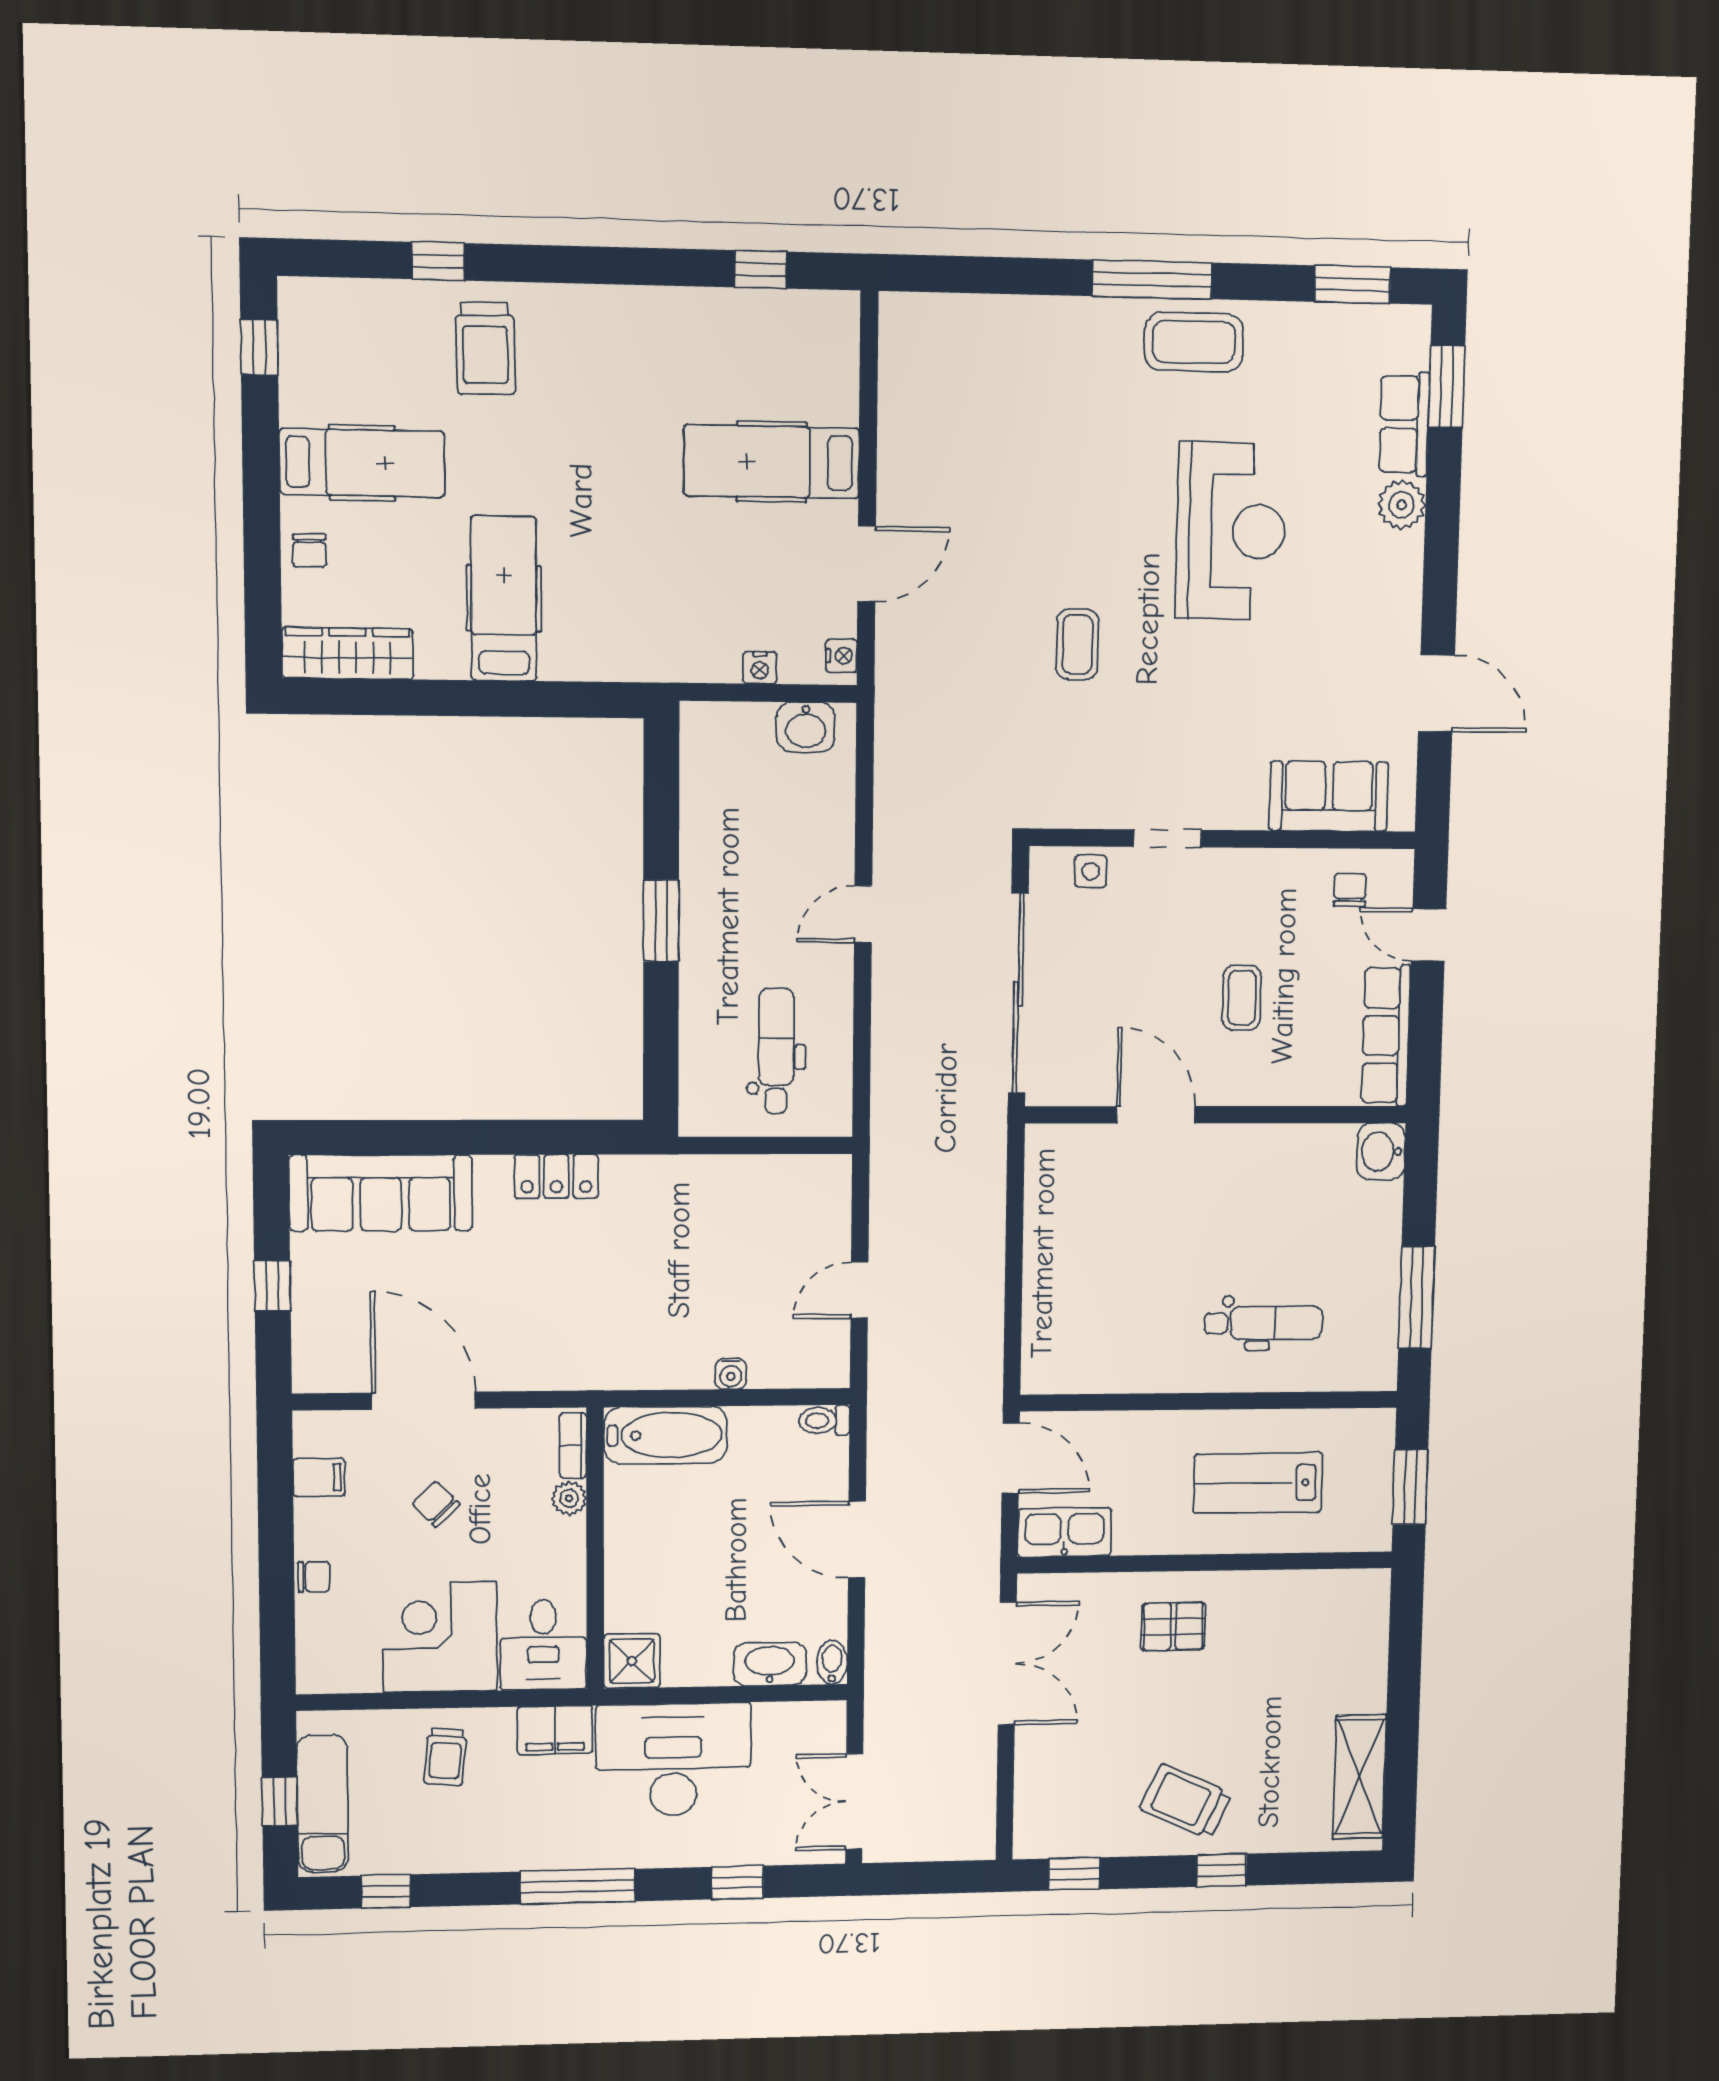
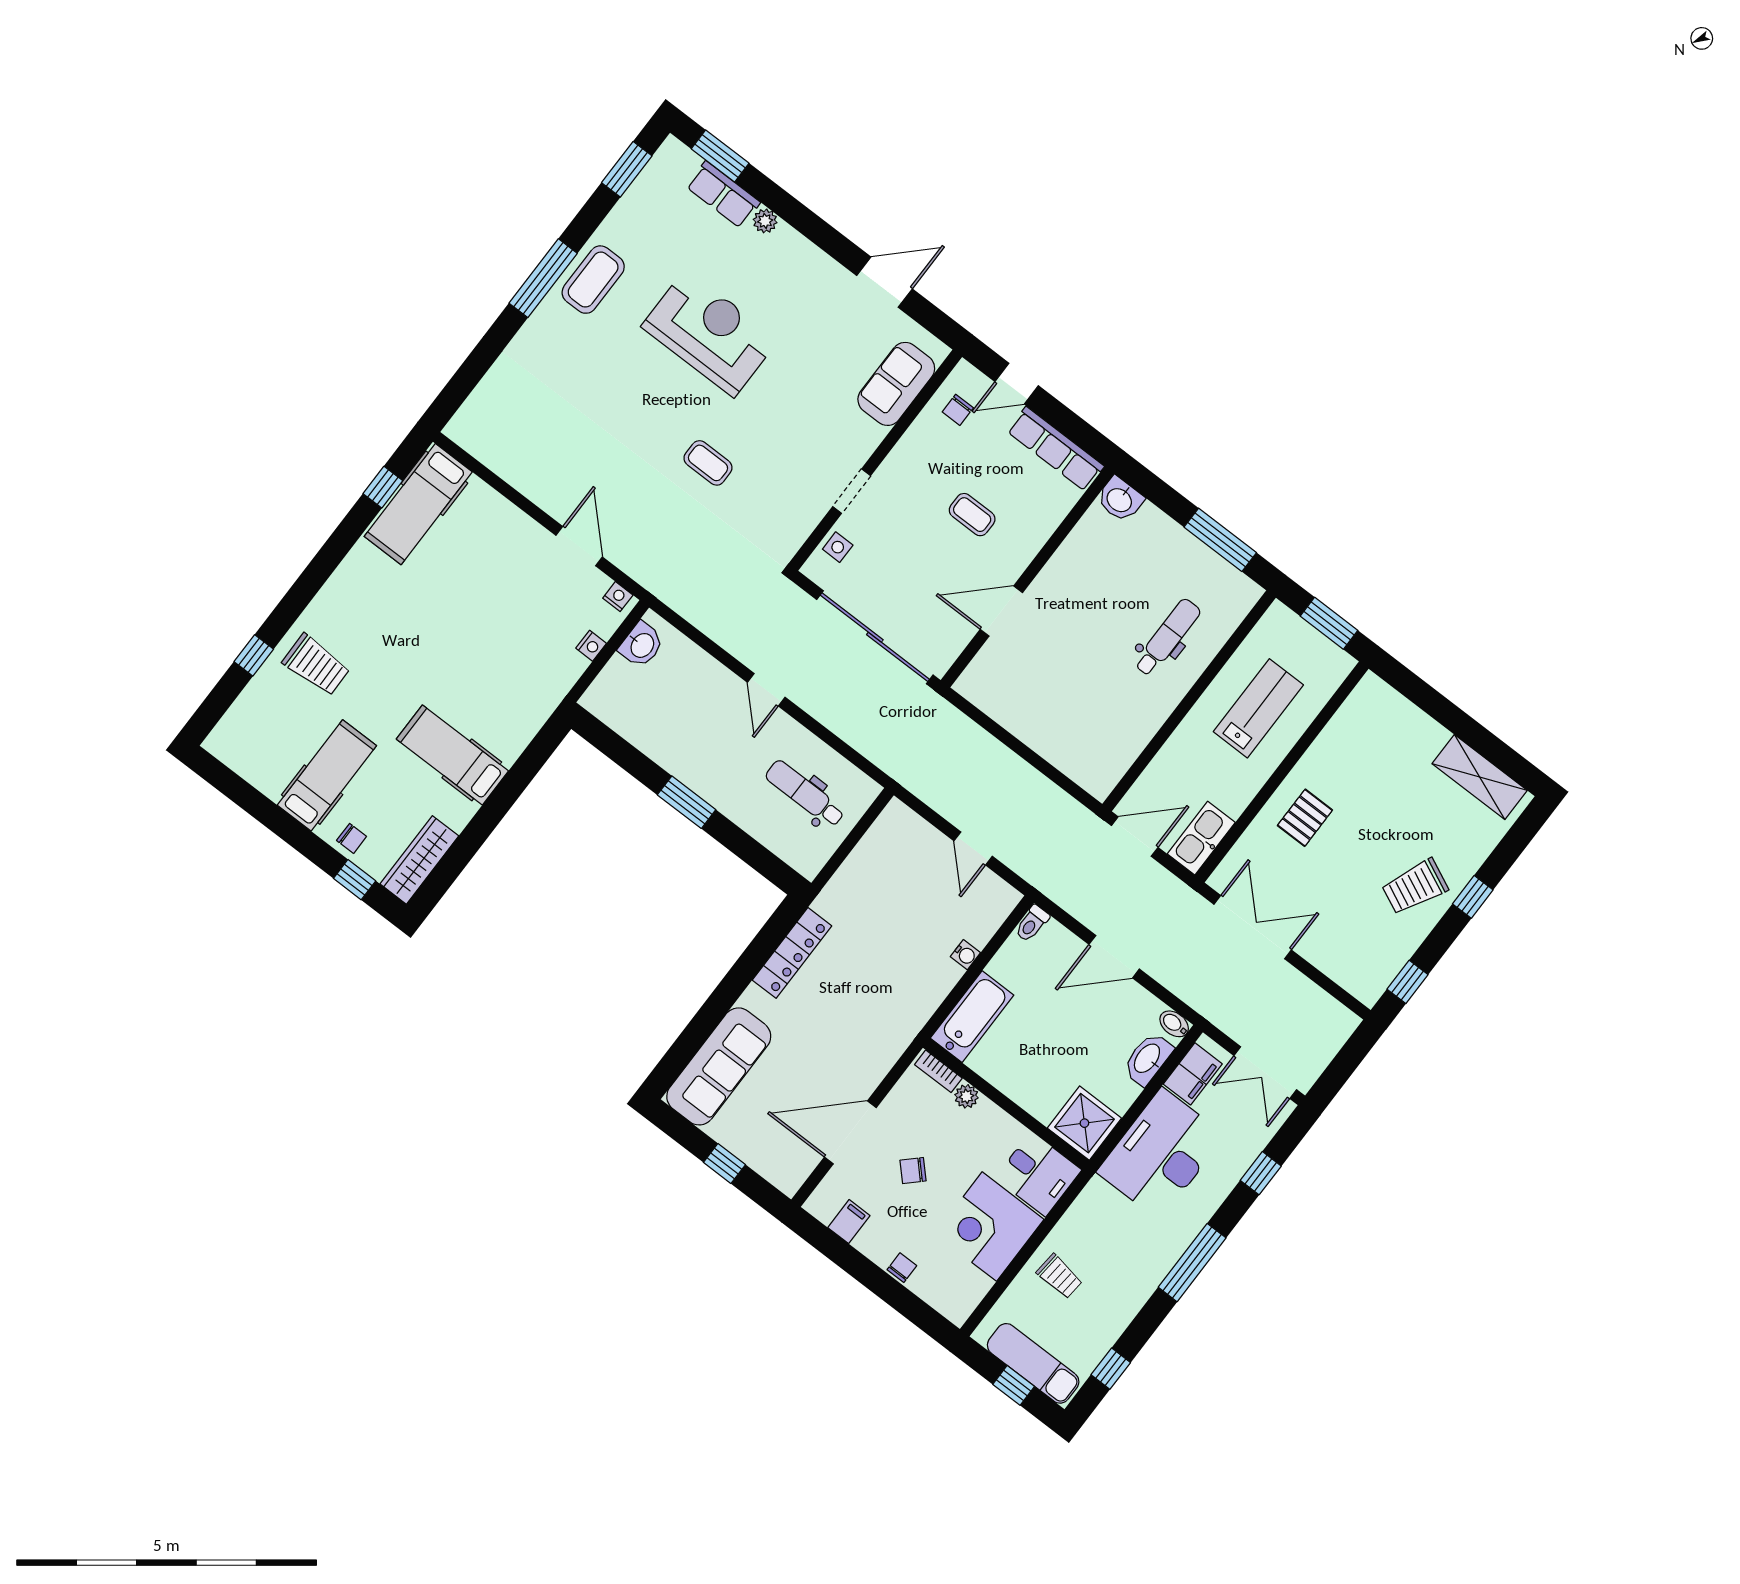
window: (259, 347) -> (355, 880), moved
hospital bed: (772, 462) -> (418, 504), moved
plant: (1402, 505) -> (765, 221), width x0.73, depth x0.73
chair: (1350, 890) -> (958, 410), turned -90
locker: (556, 1176) -> (792, 953), width x1.53
lab bench: (1258, 1483) -> (1258, 708), turned 180
shower: (632, 1661) -> (1084, 1123), width x1.36, depth x1.36
filing cabinet: (555, 1730) -> (1193, 1074), moved

